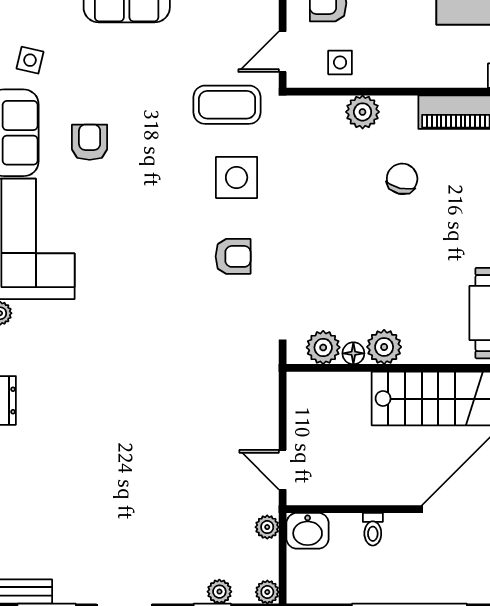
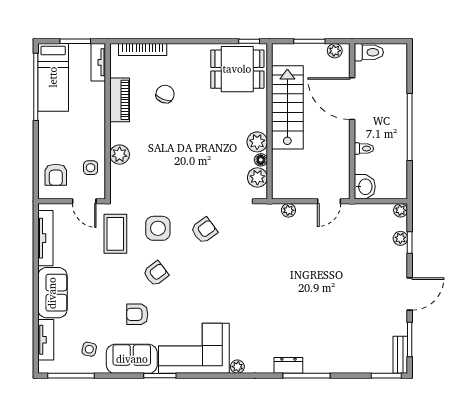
armchair: (159, 174) -> (156, 273), added
chair: (402, 179) -> (165, 94), moved, turned 98
armchair: (233, 256) -> (204, 230), turned 54
plant: (267, 527) -> (289, 210), moved

